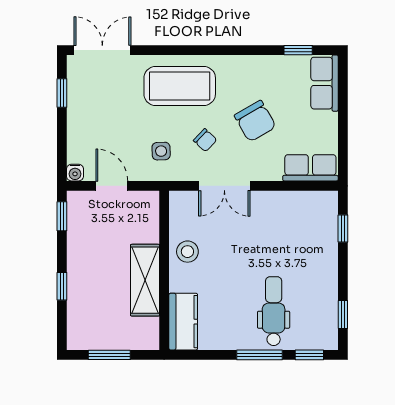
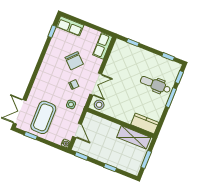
coffee table: (180, 86) -> (43, 117), moved
chair: (255, 121) -> (74, 61), turned 73
door: (112, 186) -> (77, 130), swing flipped
stool: (187, 252) -> (99, 105), moved
shelving: (145, 280) -> (134, 137), moved

